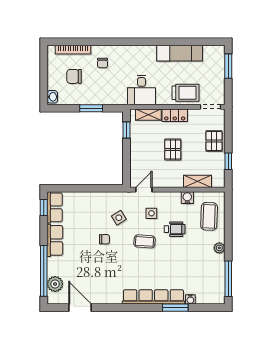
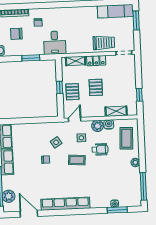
exam couch: (180, 53) -> (115, 11), moved
desk: (142, 90) -> (55, 43), moved
window: (126, 130) -> (60, 87), moved
pallet: (214, 141) -> (72, 92), moved
plant: (173, 199) -> (98, 126), added
row of seats: (153, 297) -> (65, 204), moved
window: (175, 308) -> (117, 210), moved

